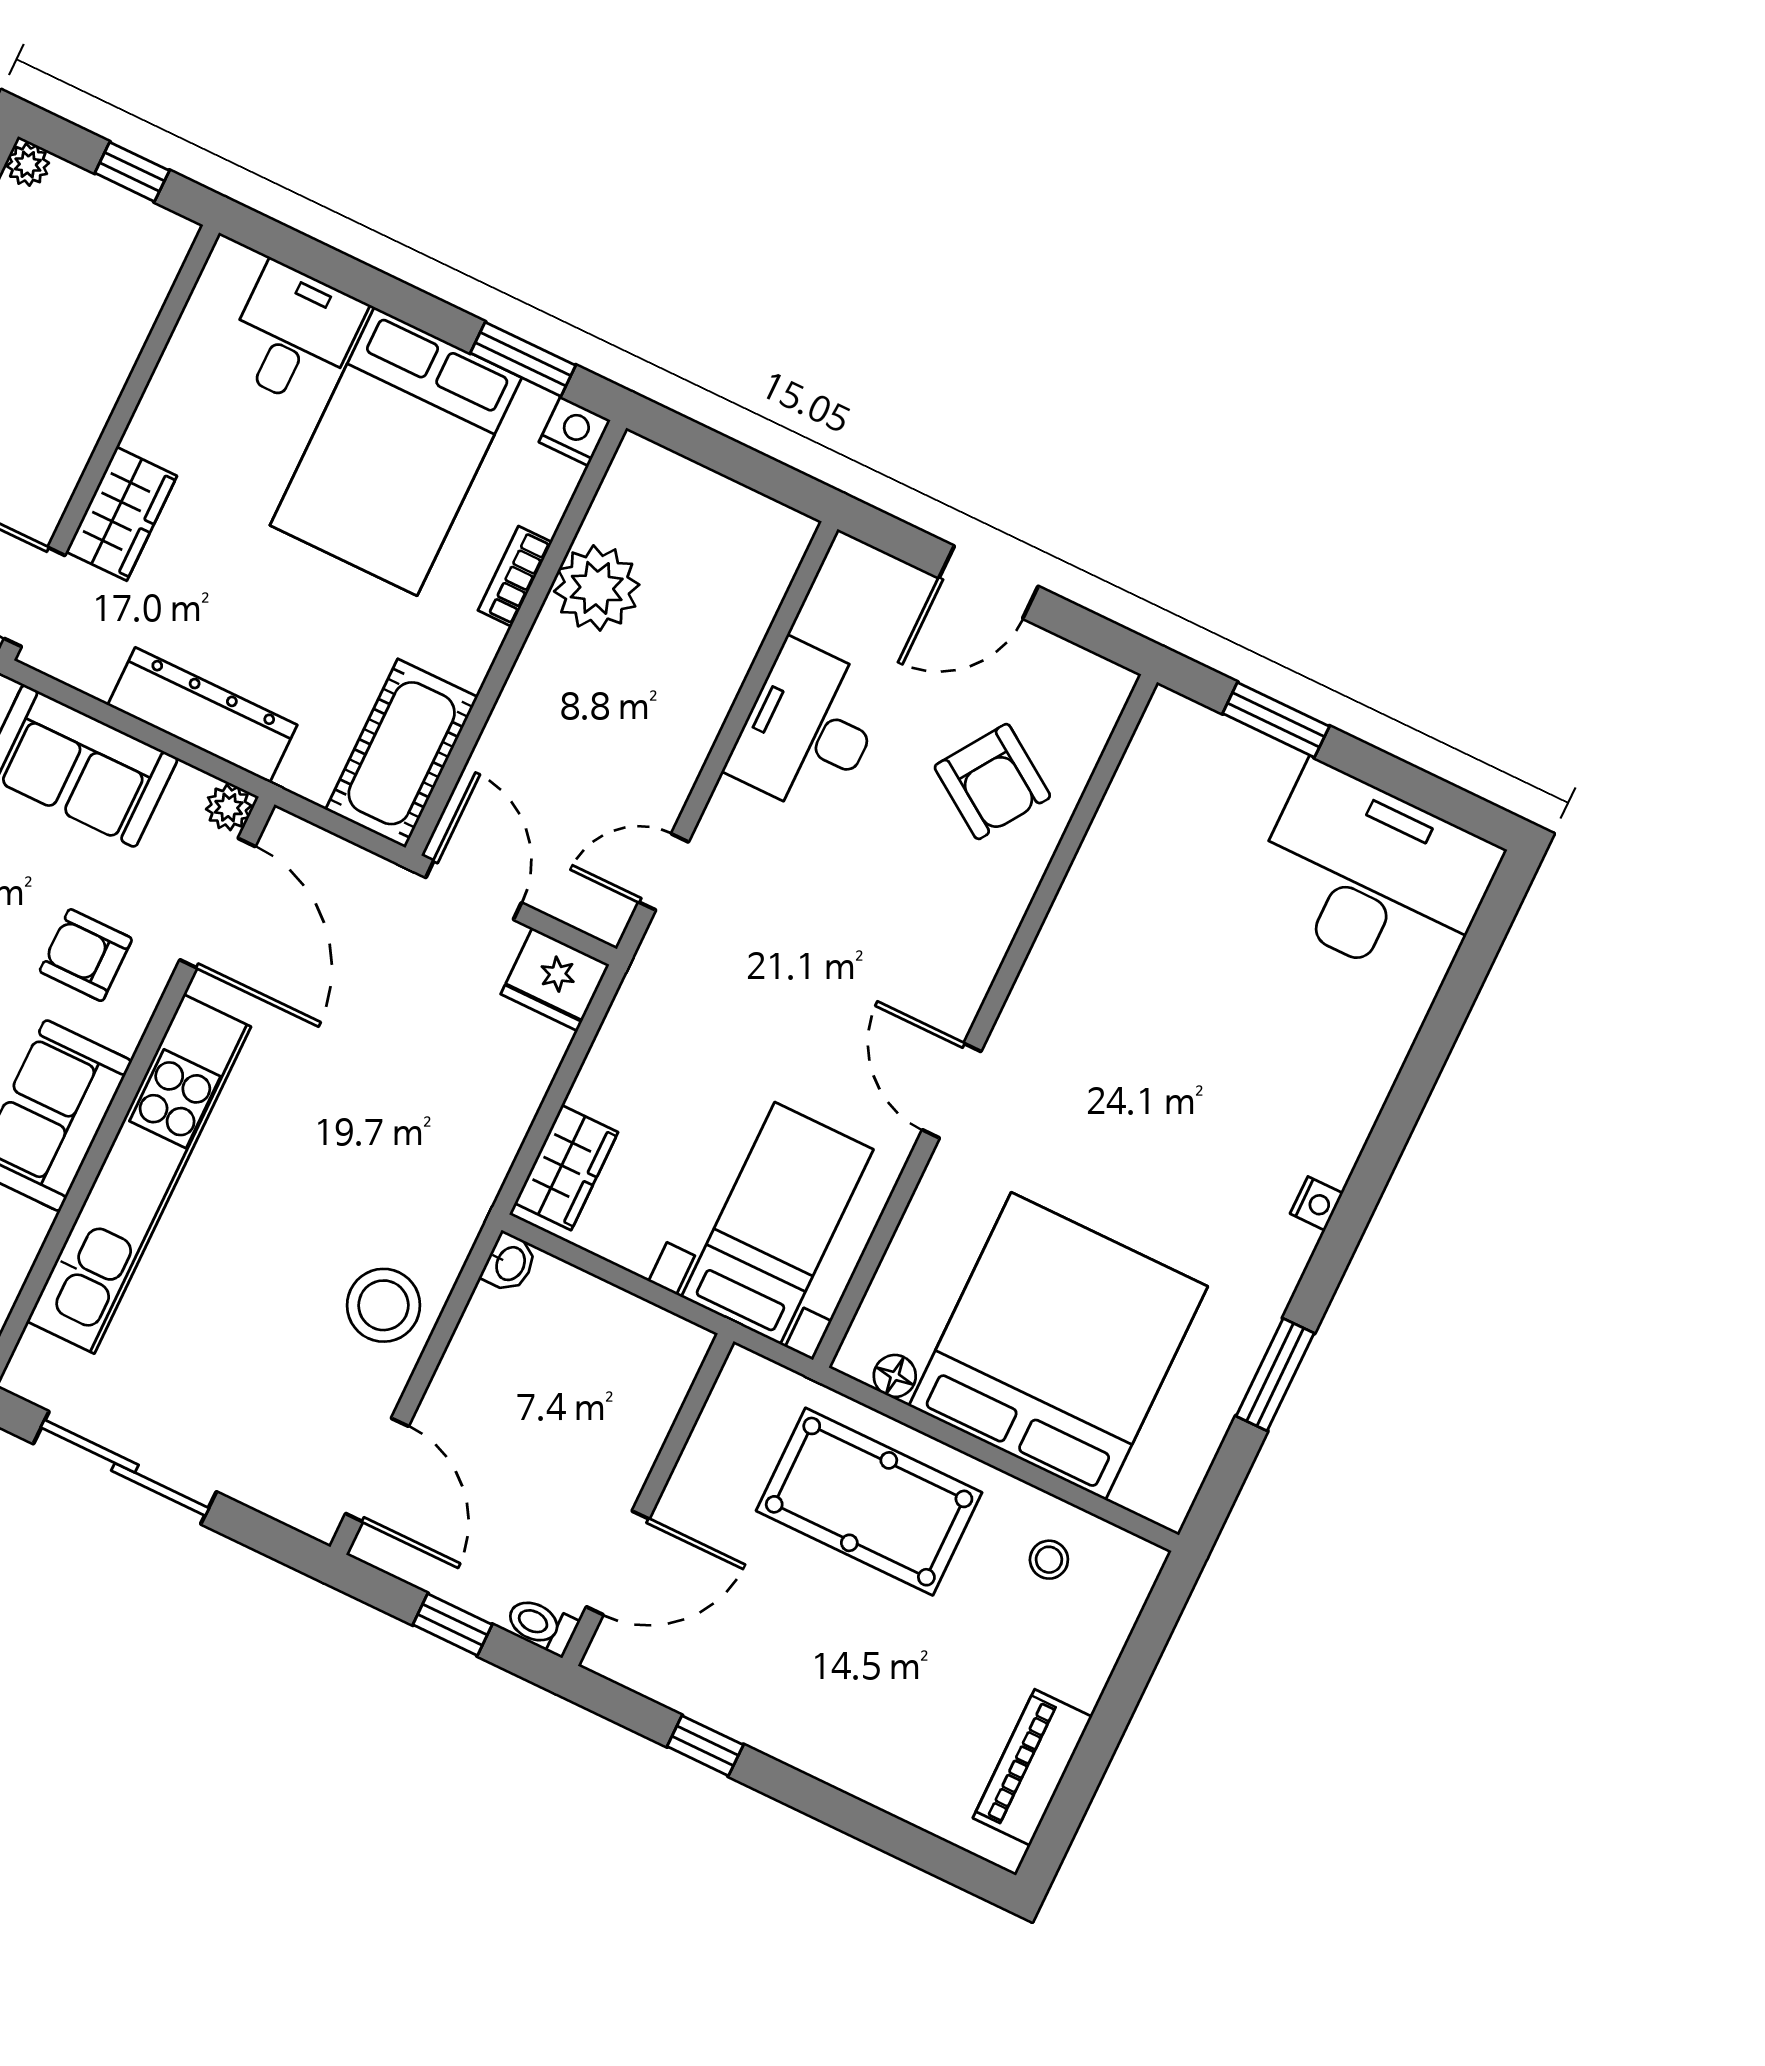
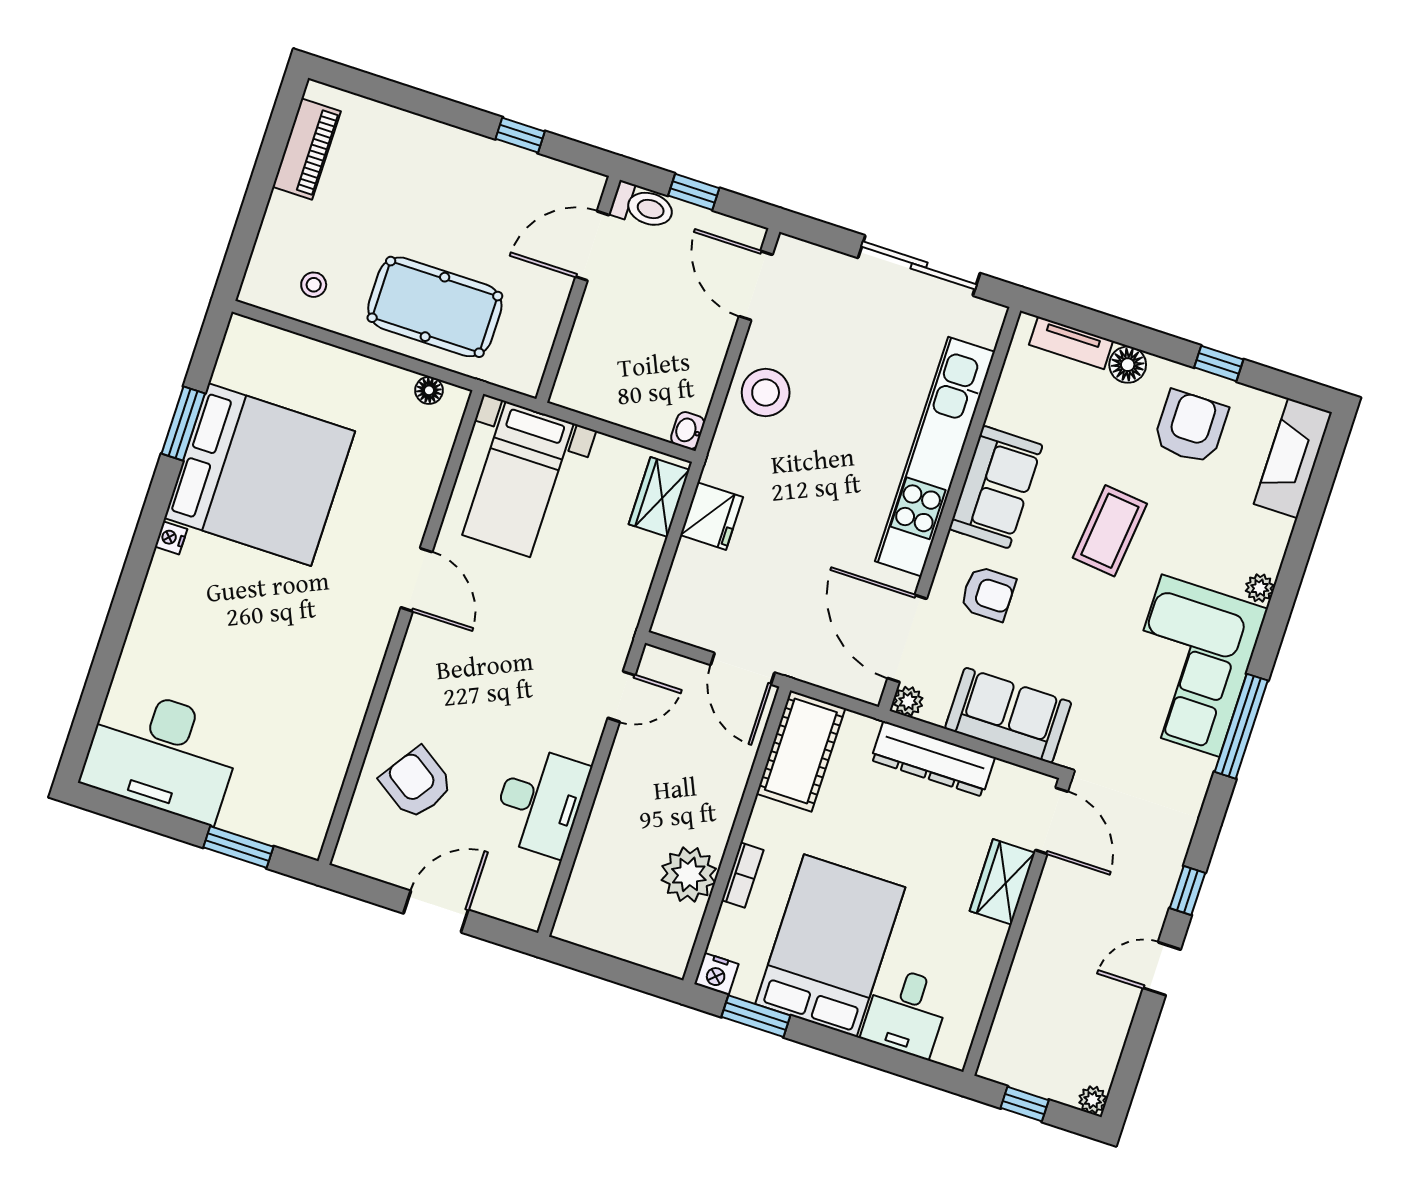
fridge: (555, 979) -> (712, 516), moved, turned 90
bed: (1058, 1346) -> (260, 475), moved, turned -90
toilet: (541, 1625) -> (643, 206), width x1.37, depth x1.39

